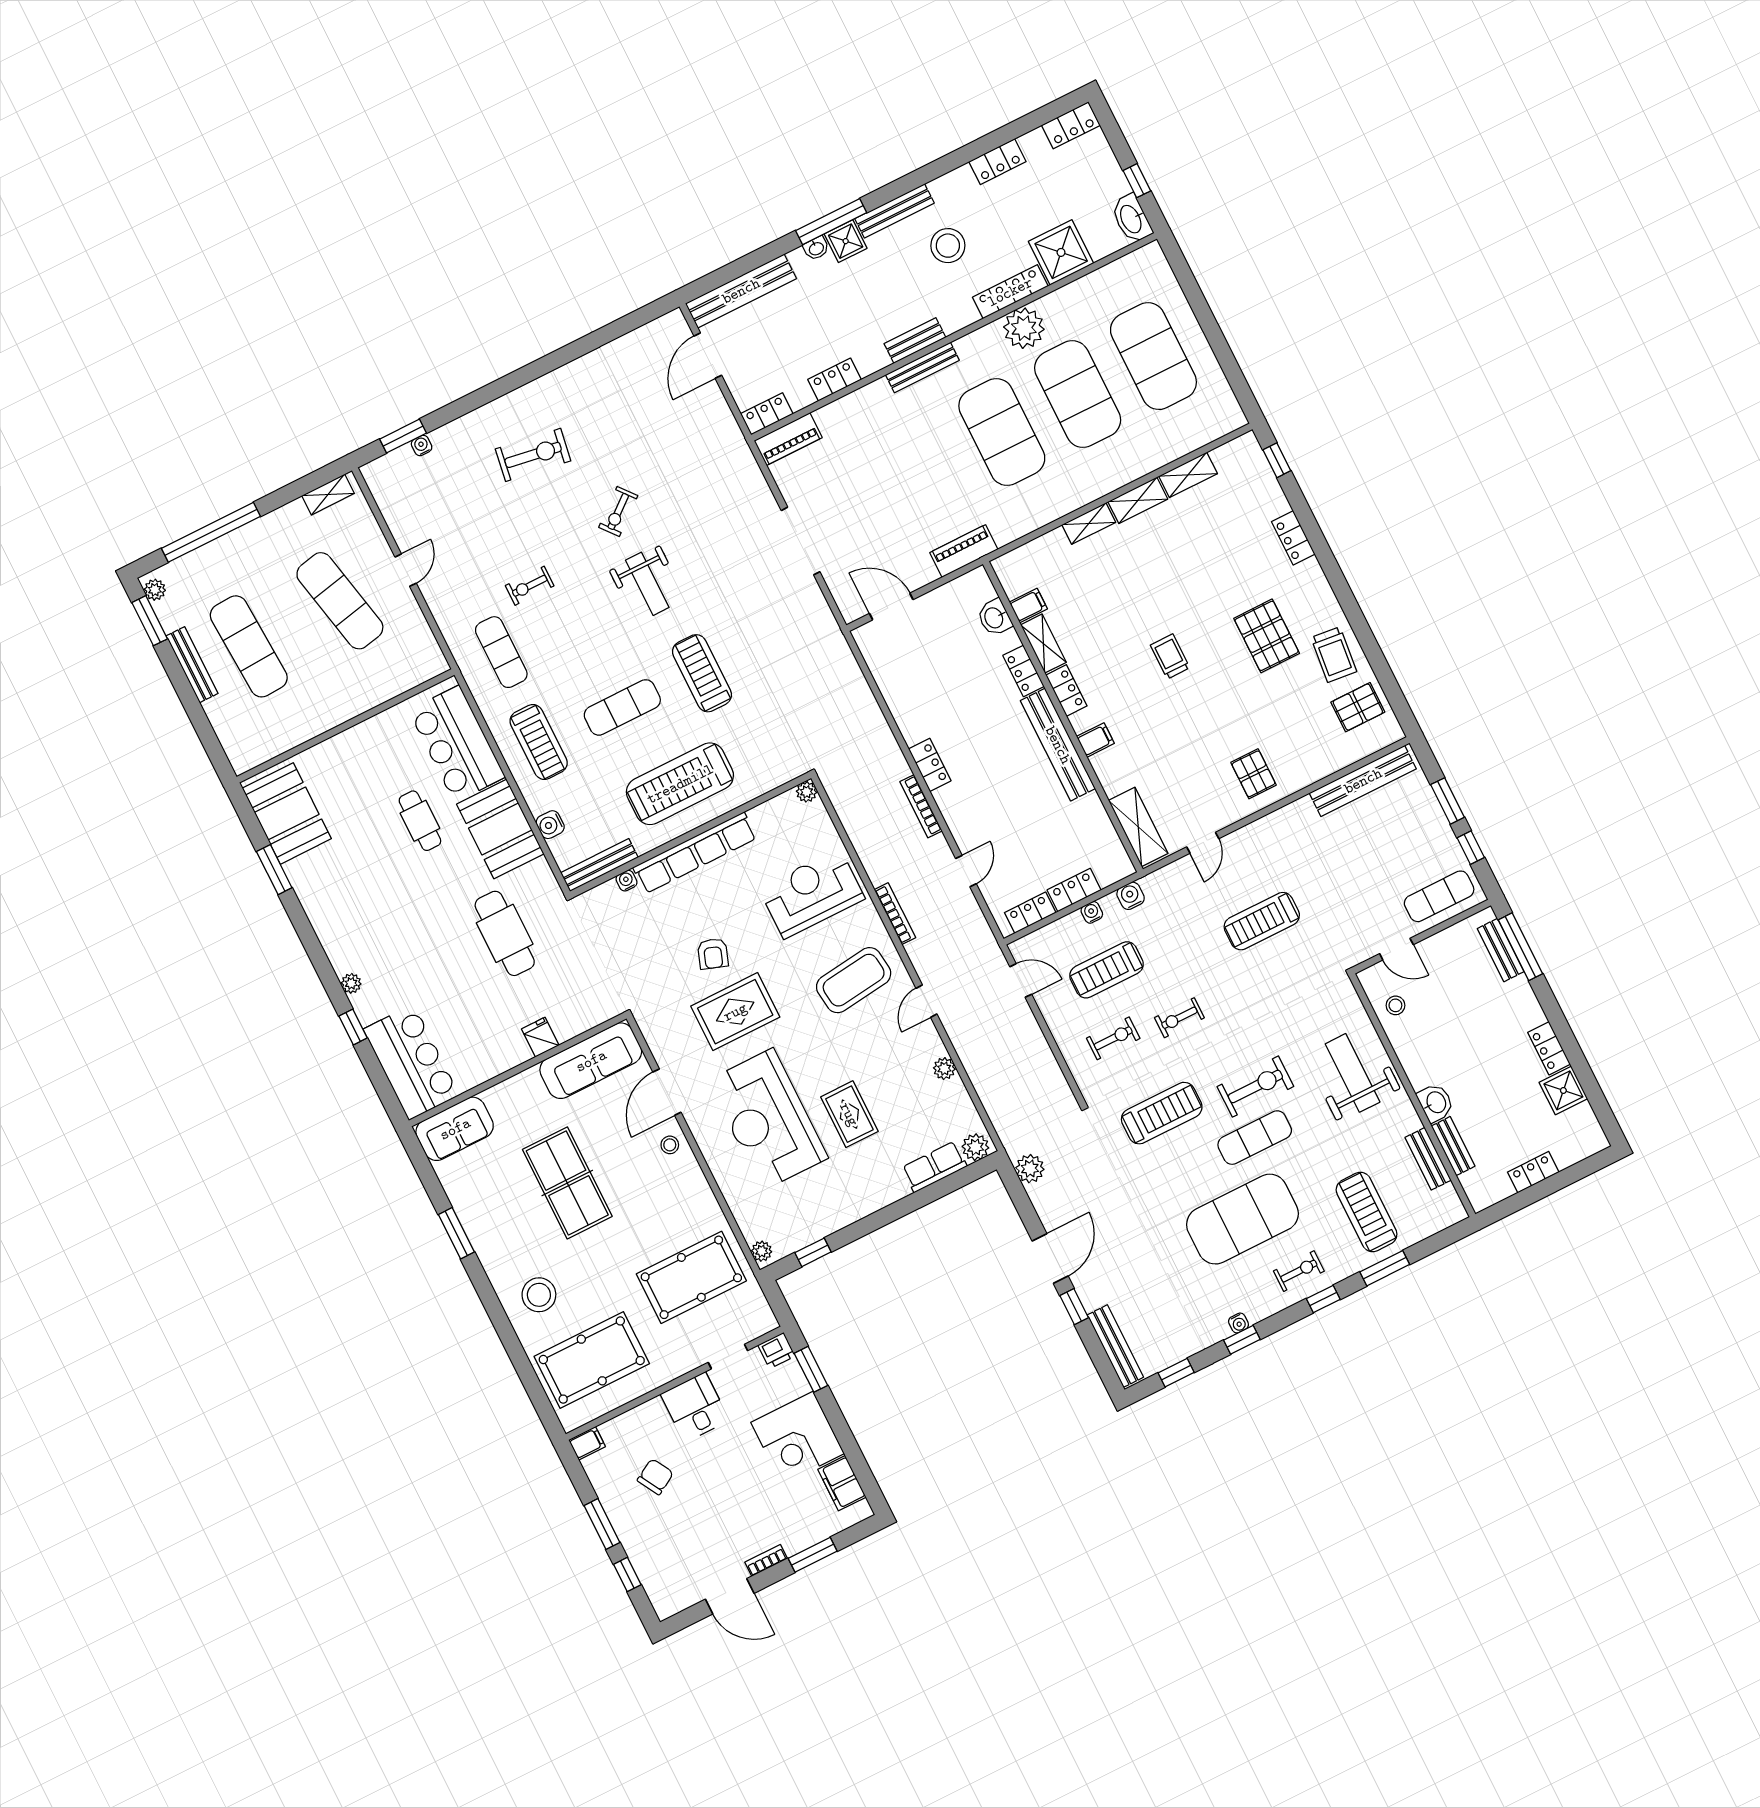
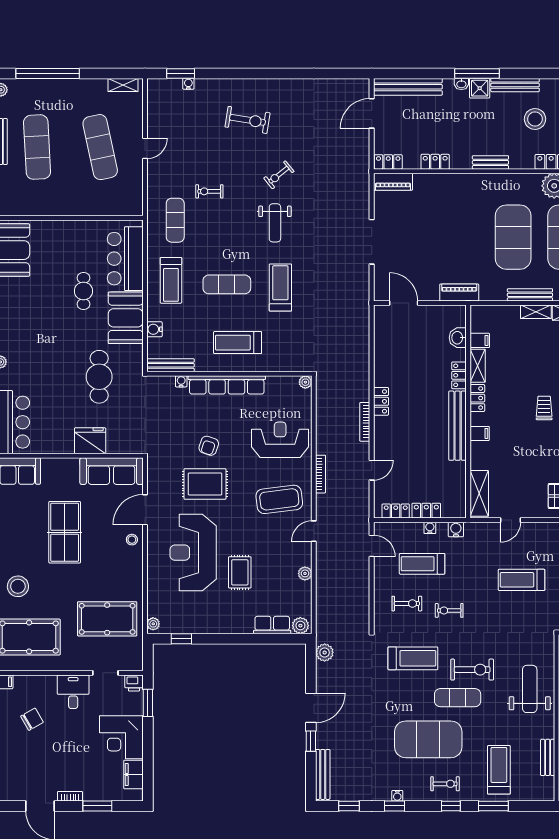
bench: (922, 368) -> (530, 295), moved
treadmill: (680, 784) -> (238, 343), width x0.73, depth x0.73
fridge: (540, 1037) -> (90, 441), width x1.88, depth x1.34

